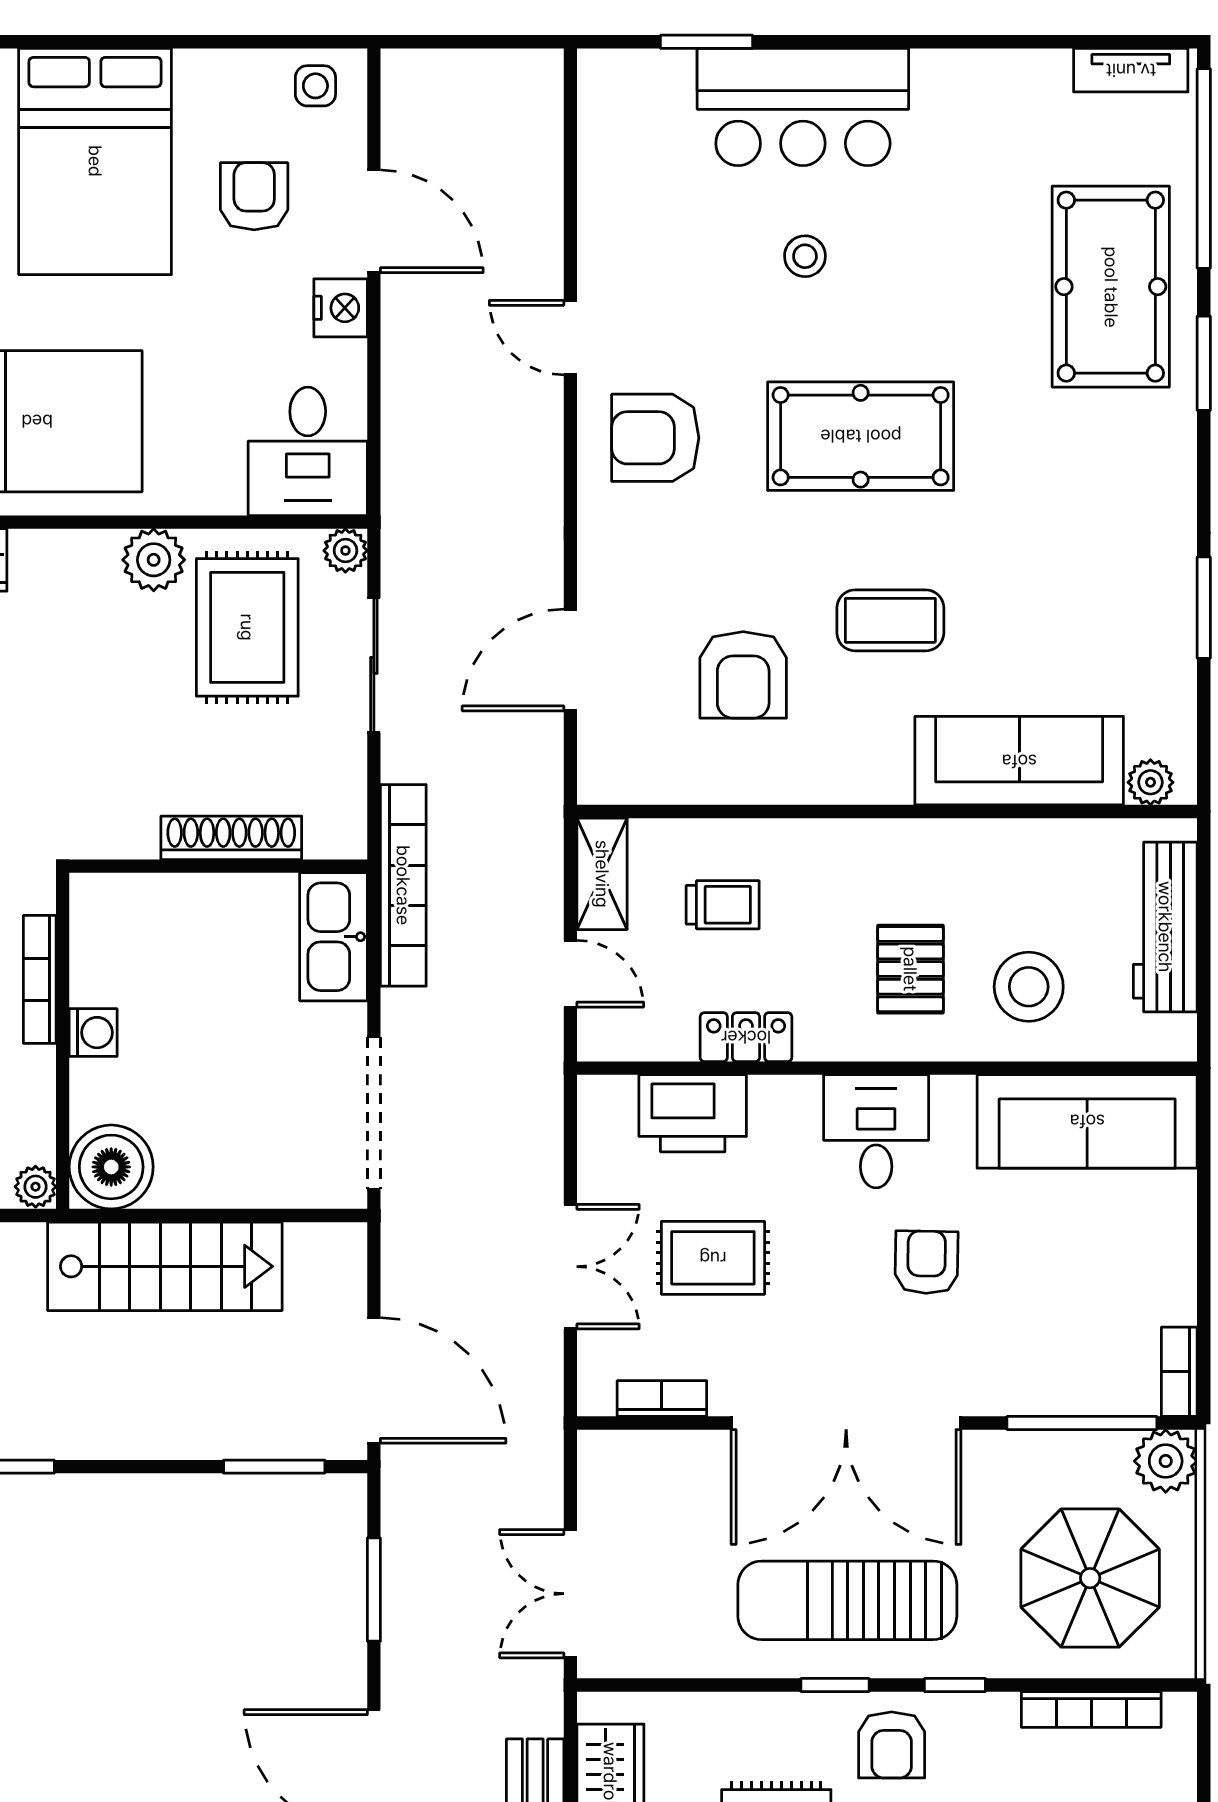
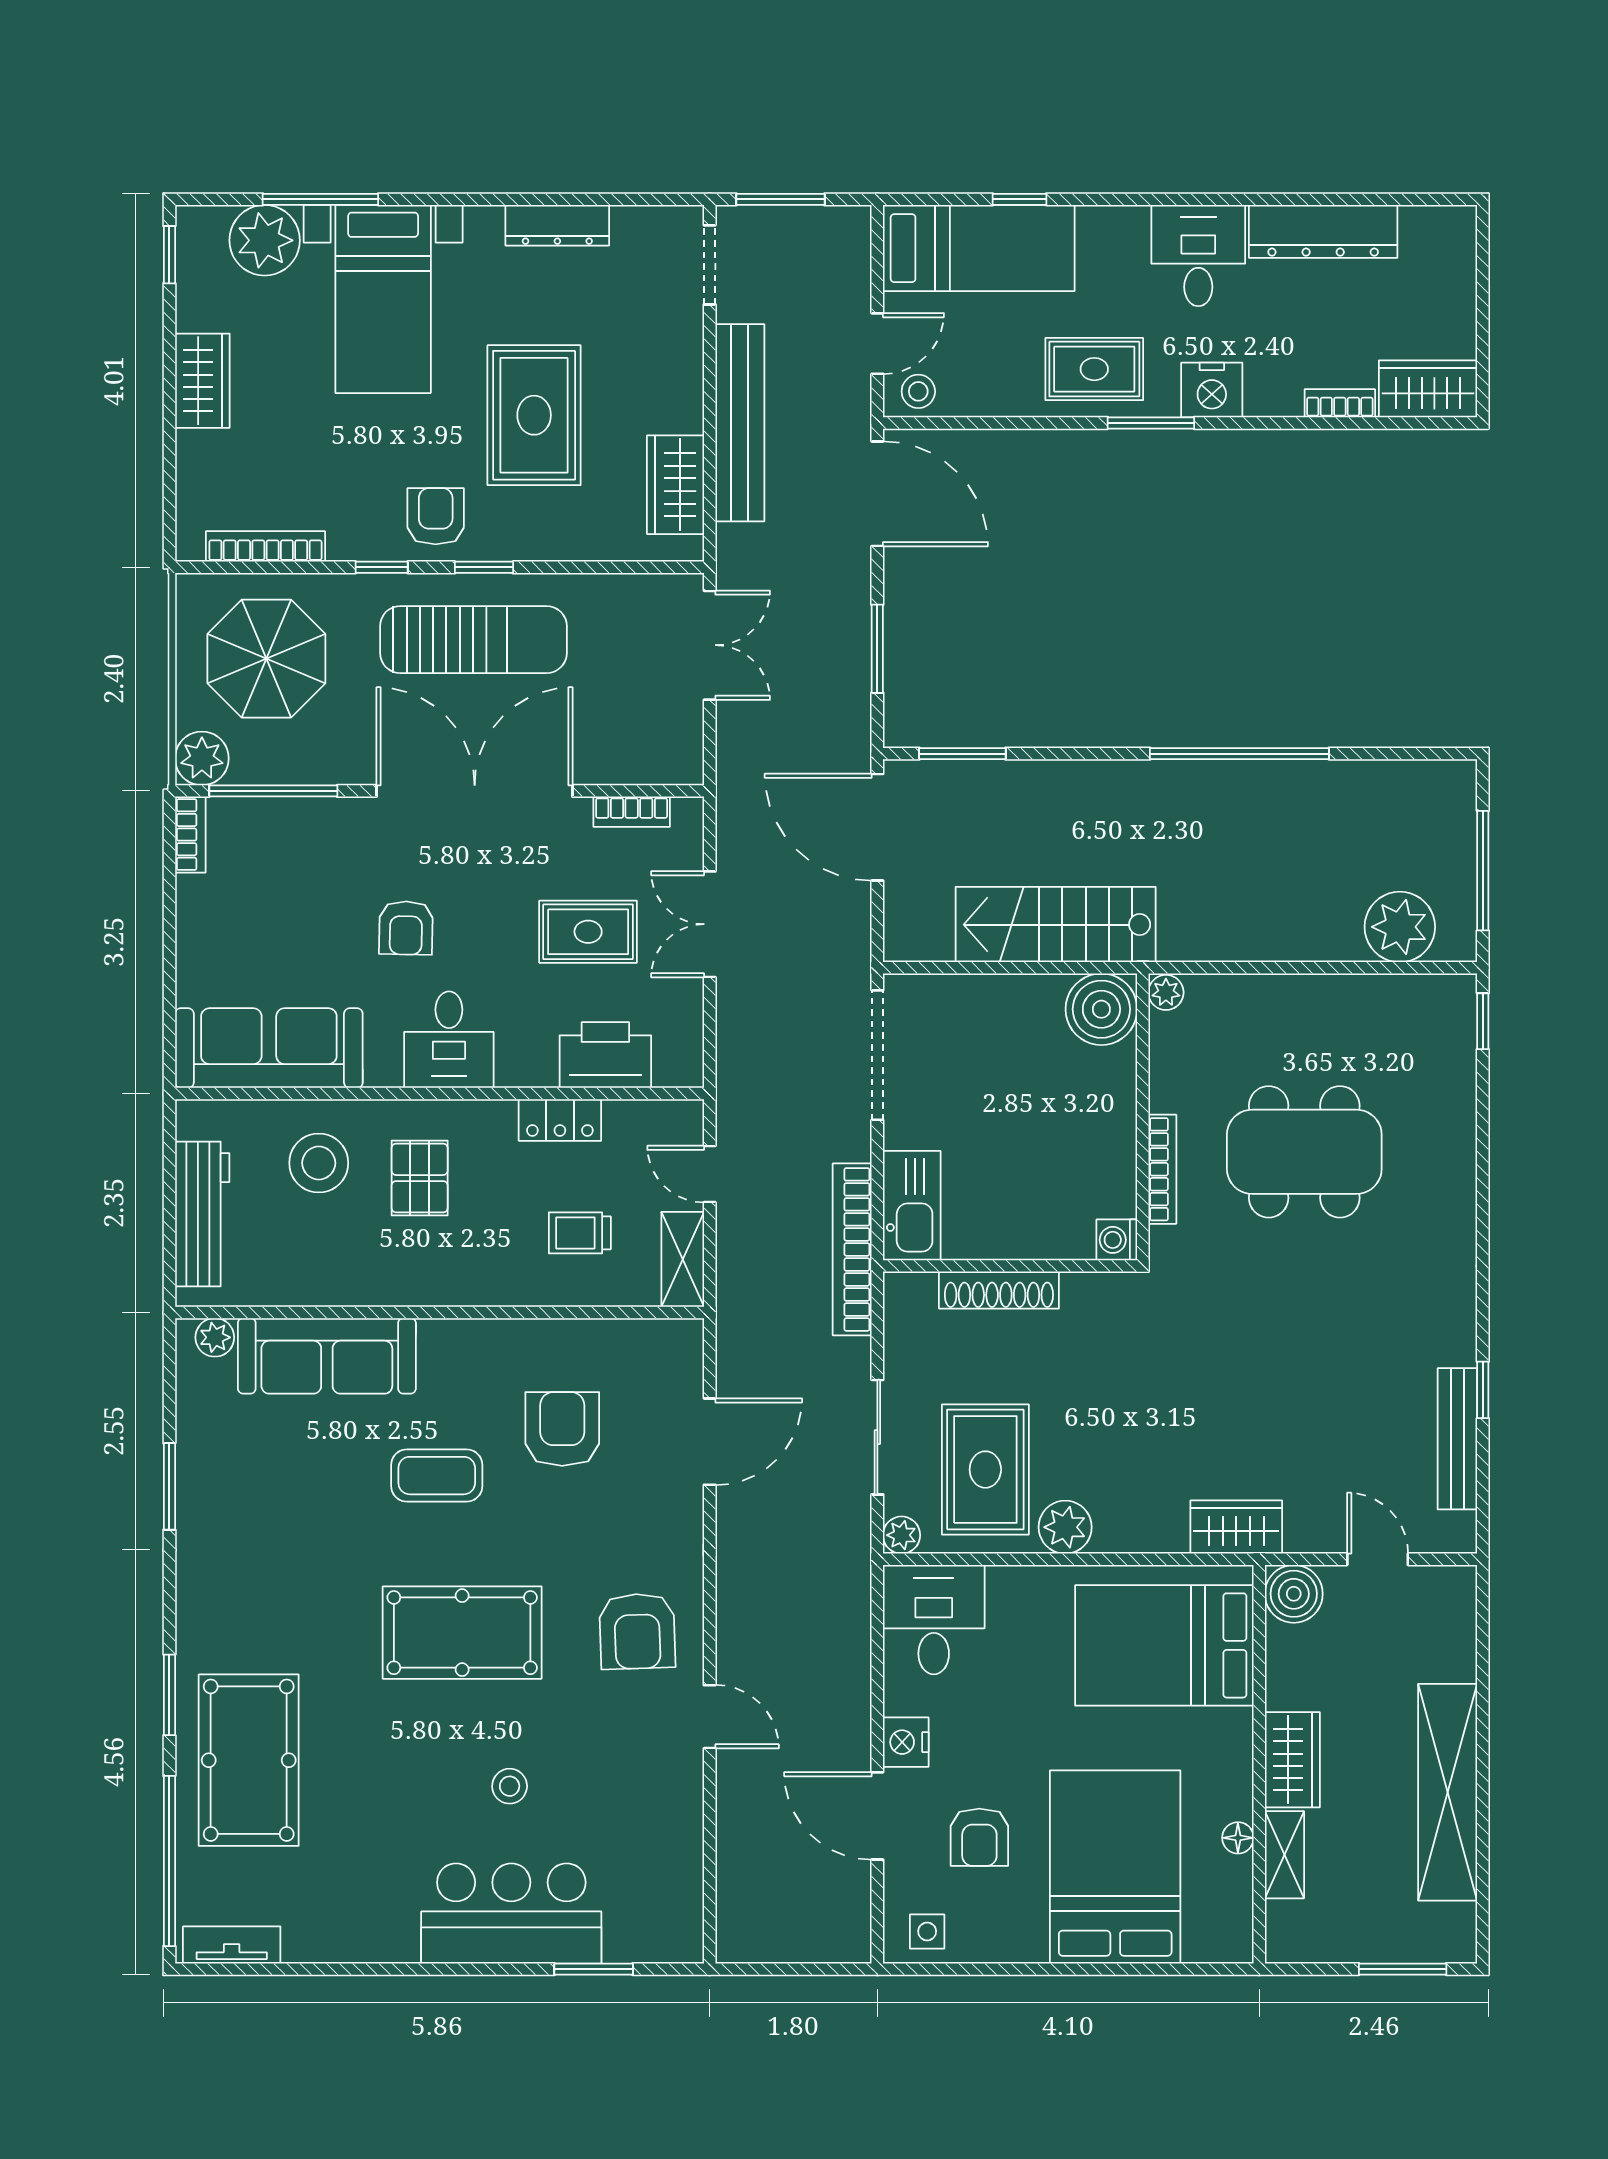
armchair: (655, 438) -> (637, 1631), turned 88
washing machine: (93, 1033) -> (1117, 1240), moved

